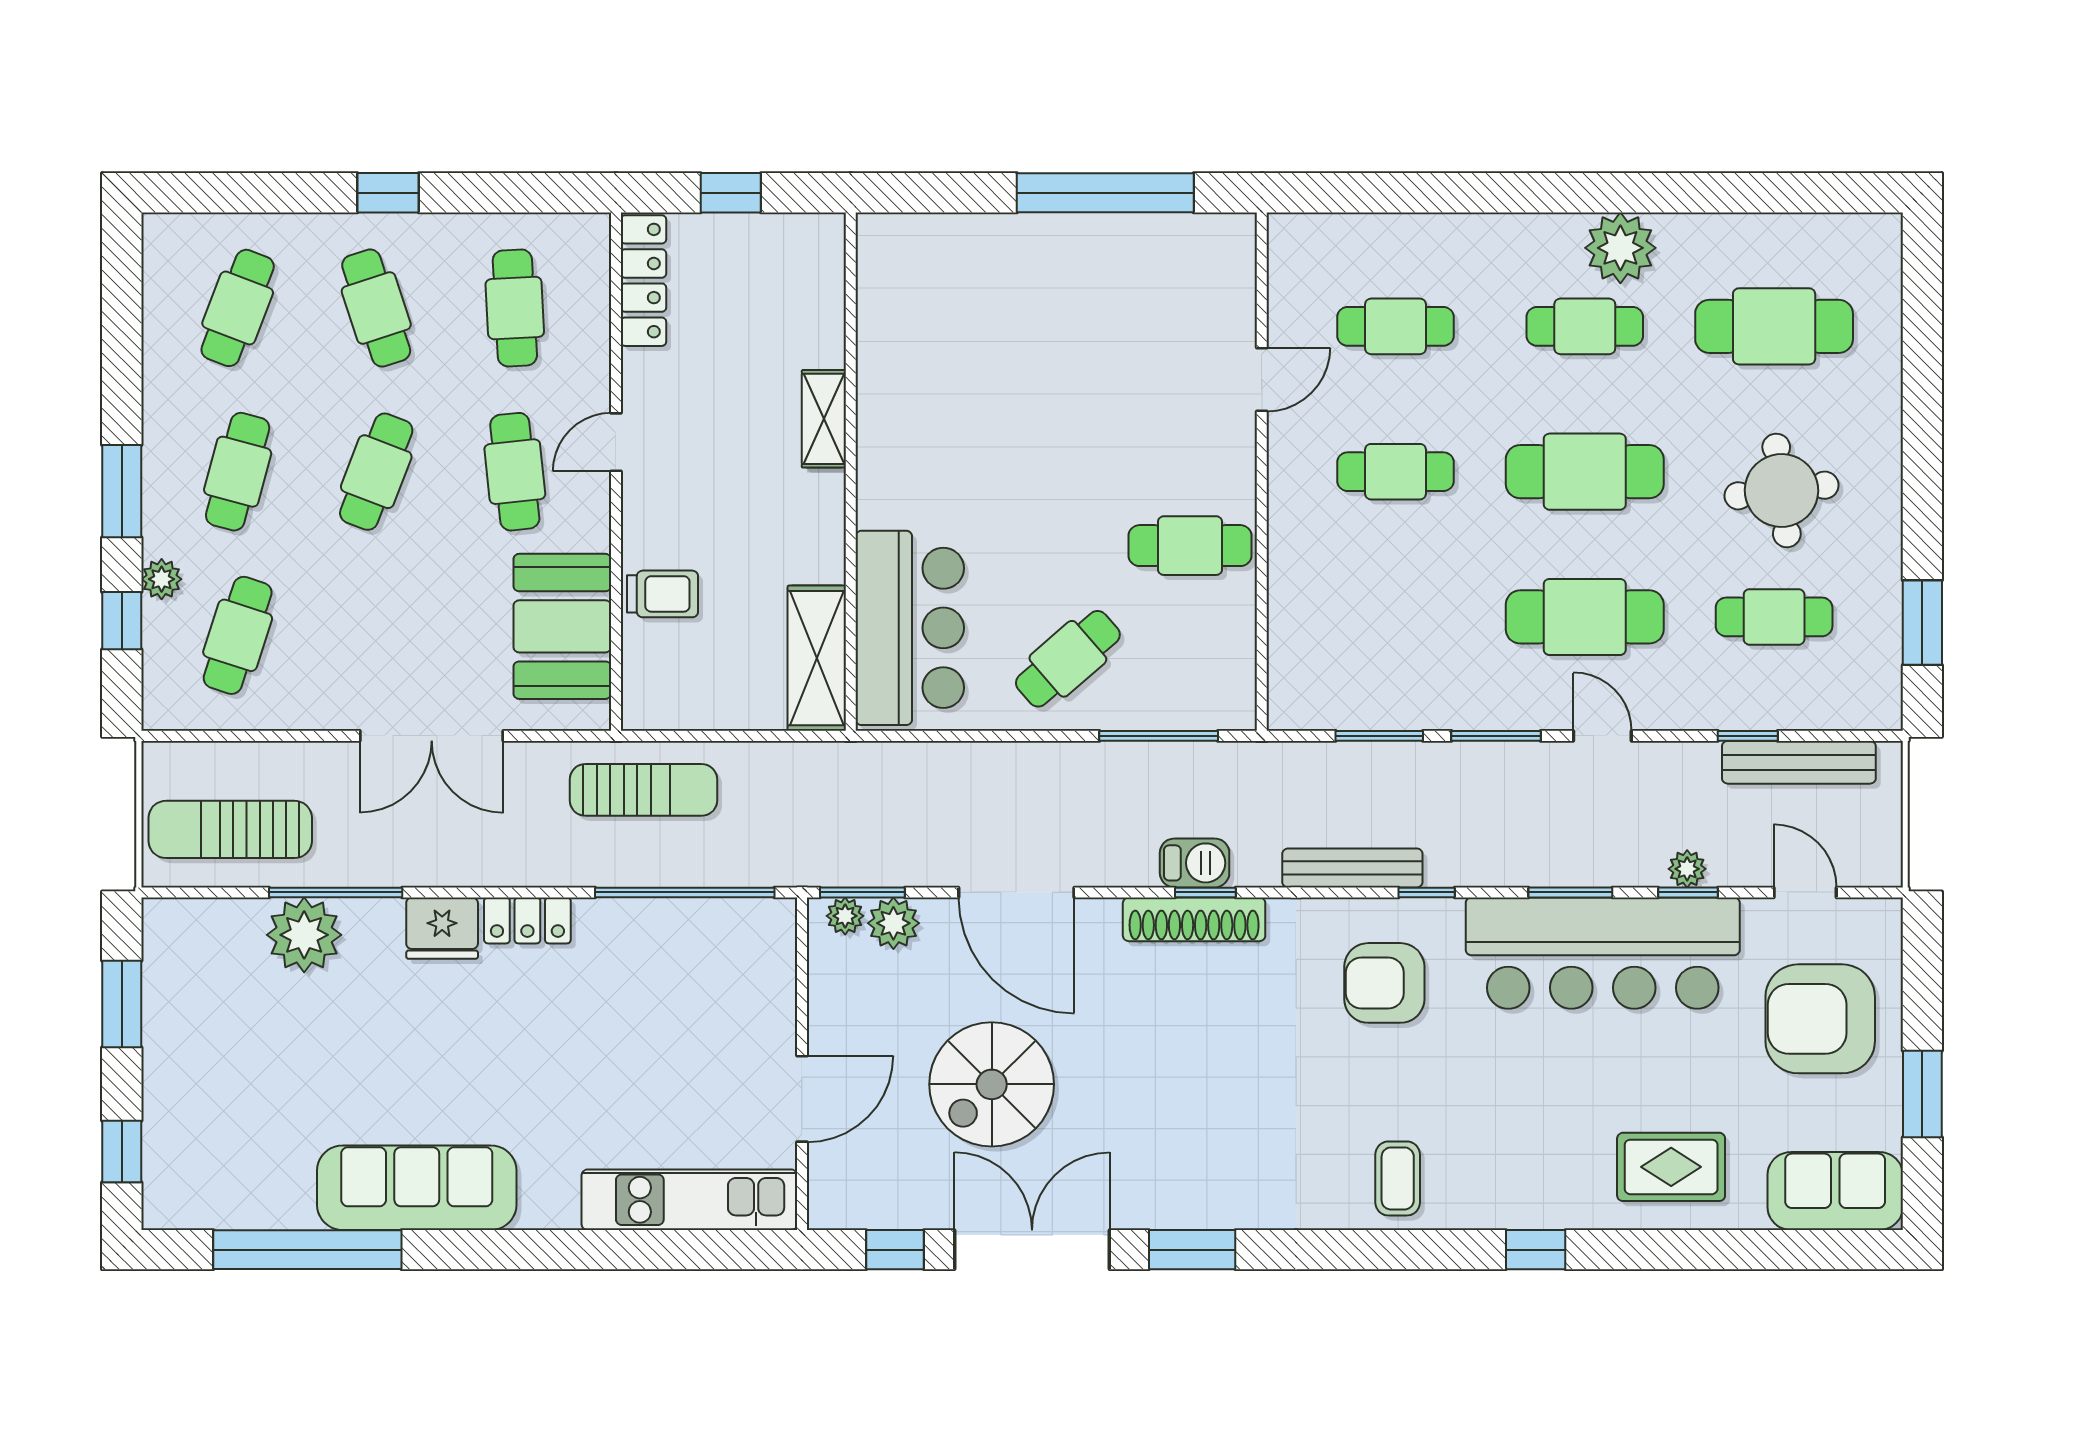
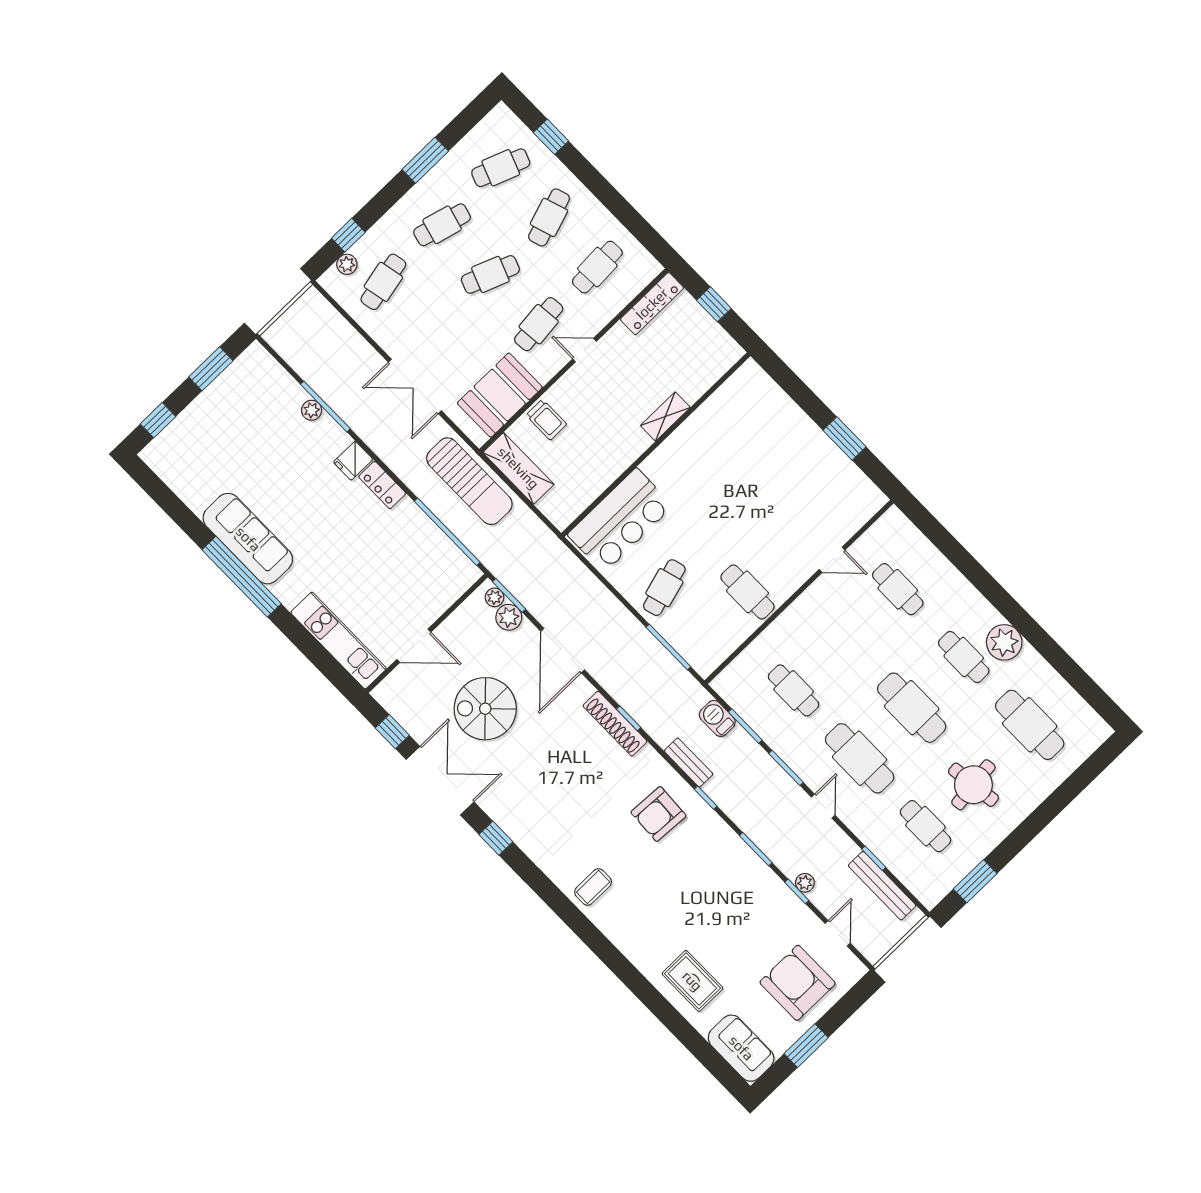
window: (388, 193) -> (551, 137), moved
window: (1105, 193) -> (844, 439), width x0.47
cafe table: (1395, 472) -> (794, 690), moved
window: (122, 491) -> (425, 160), moved
plant: (162, 579) -> (347, 264), moved
cafe table: (238, 635) -> (383, 282), turned -30
shelving: (817, 658) -> (518, 468), moved, turned 90
cafe table: (1068, 659) -> (664, 588), turned -65
sun lounger: (643, 790) -> (469, 481), width x1.36, depth x1.34
sun lounger: (230, 829) -> (311, 347), removed
barbecue: (1195, 863) -> (717, 718), moved, turned 180
bench: (1352, 868) -> (689, 762), width x0.73
fridge: (442, 928) -> (353, 461), width x0.72
plant: (304, 935) -> (312, 410), width x0.53, depth x0.53
bar counter: (1603, 953) -> (745, 882), removed
armchair: (1384, 983) -> (658, 814), turned -87
window: (307, 1250) -> (242, 577), moved
window: (1192, 1250) -> (496, 838), width x0.67
window: (1536, 1250) -> (616, 961), removed

